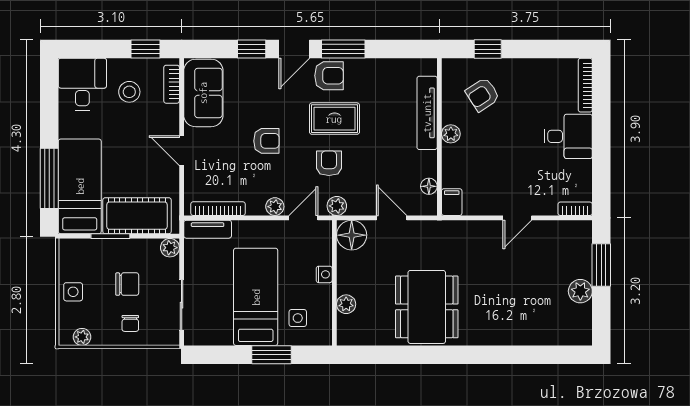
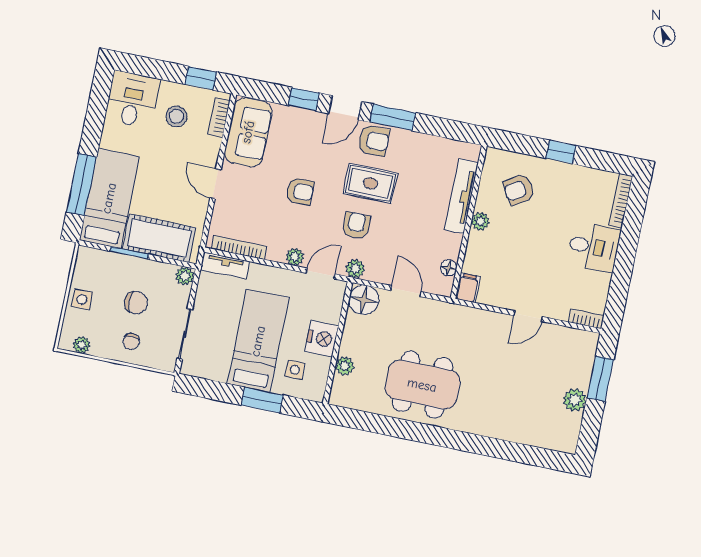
window: (488, 49) -> (561, 152), moved
nightstand: (324, 274) -> (322, 339), width x1.89, depth x1.79
dining table: (427, 307) -> (422, 385), turned 90

